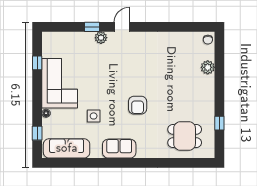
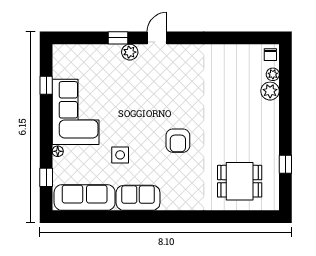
plant: (210, 55) -> (273, 74), added
sofa: (119, 149) -> (138, 198), moved

